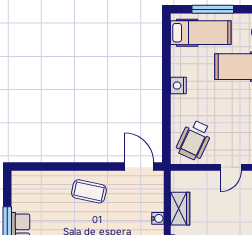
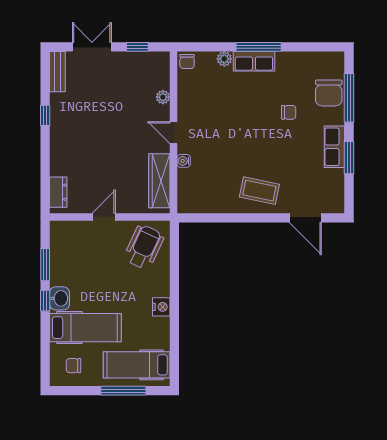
door: (139, 167) -> (305, 218), moved
wardrobe: (180, 209) -> (159, 181), width x1.50

